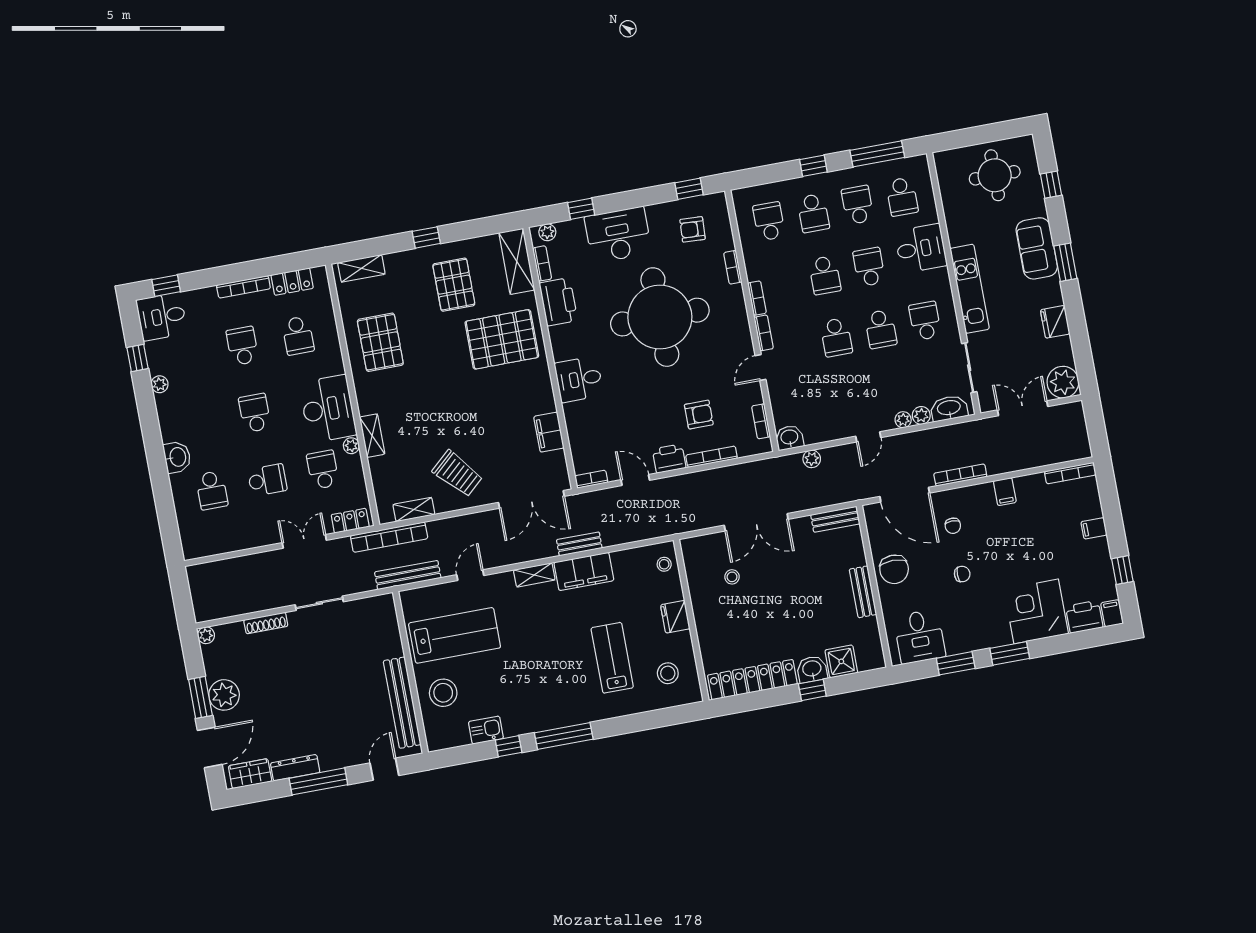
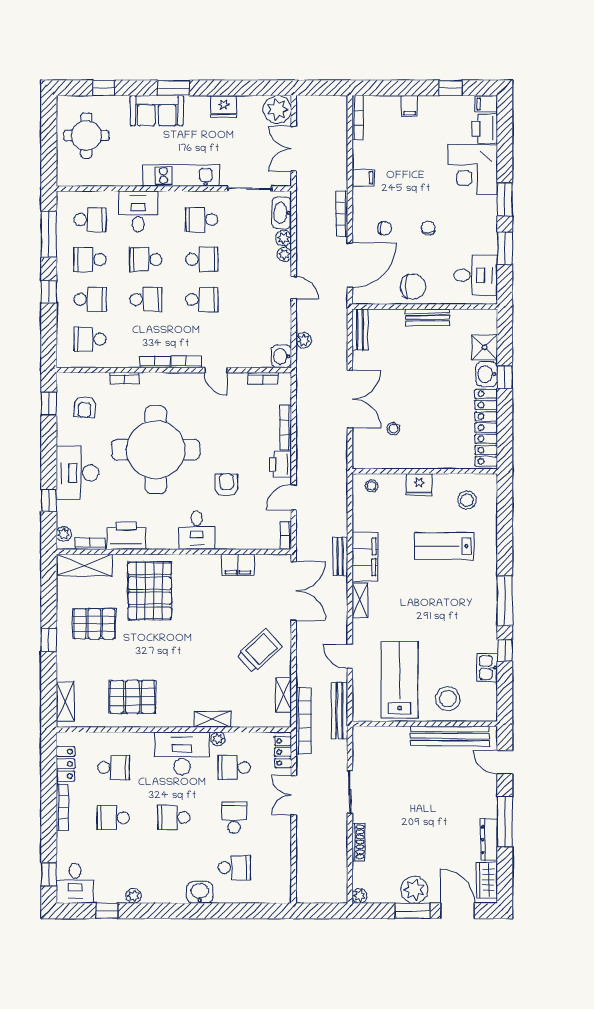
armchair: (699, 415) -> (227, 485), moved

